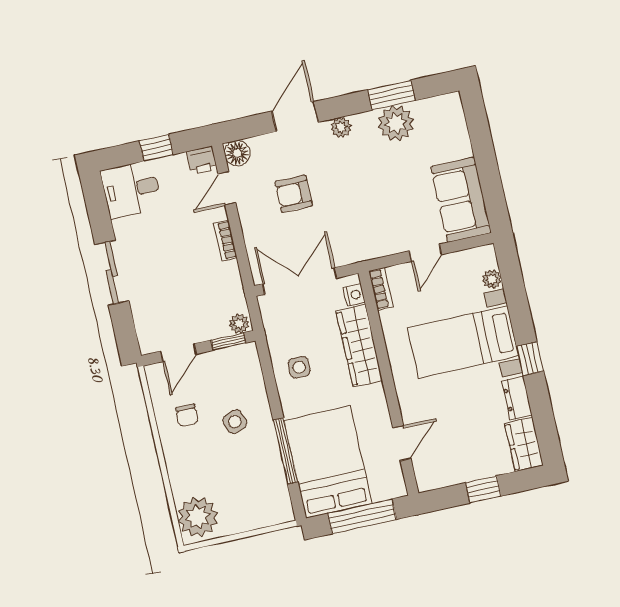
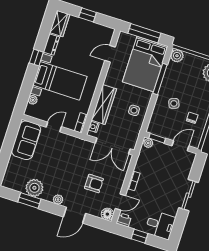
plant: (280, 511) -> (177, 56), added

